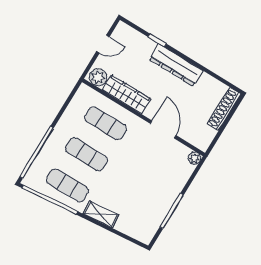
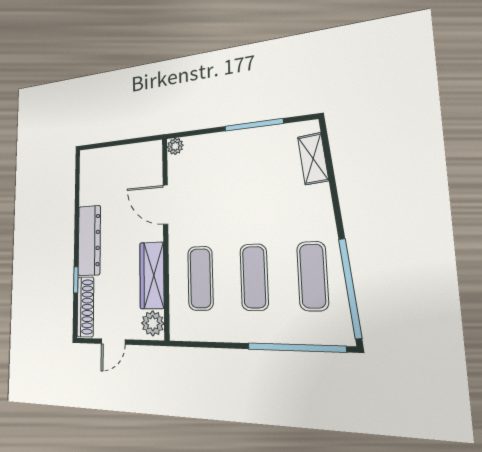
door: (103, 44) -> (113, 342), swing flipped
shoe rack: (224, 109) -> (85, 307), moved, turned -90
door: (163, 129) -> (165, 205), hinge flipped
shelving: (101, 214) -> (313, 159), moved

